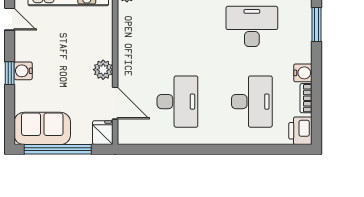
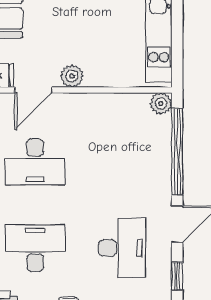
desk: (252, 102) -> (35, 248), turned 180

